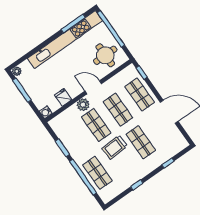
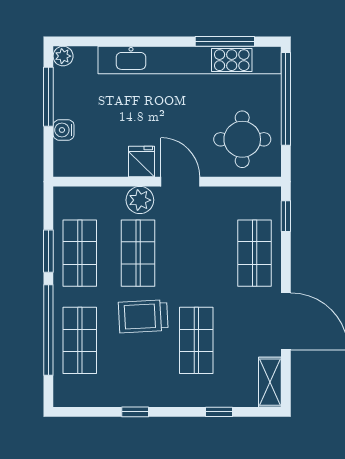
fridge: (63, 97) -> (141, 162), moved
shop shelf: (118, 110) -> (80, 253), moved
water cooler: (46, 112) -> (64, 130), moved
shelving: (179, 139) -> (270, 382), added

